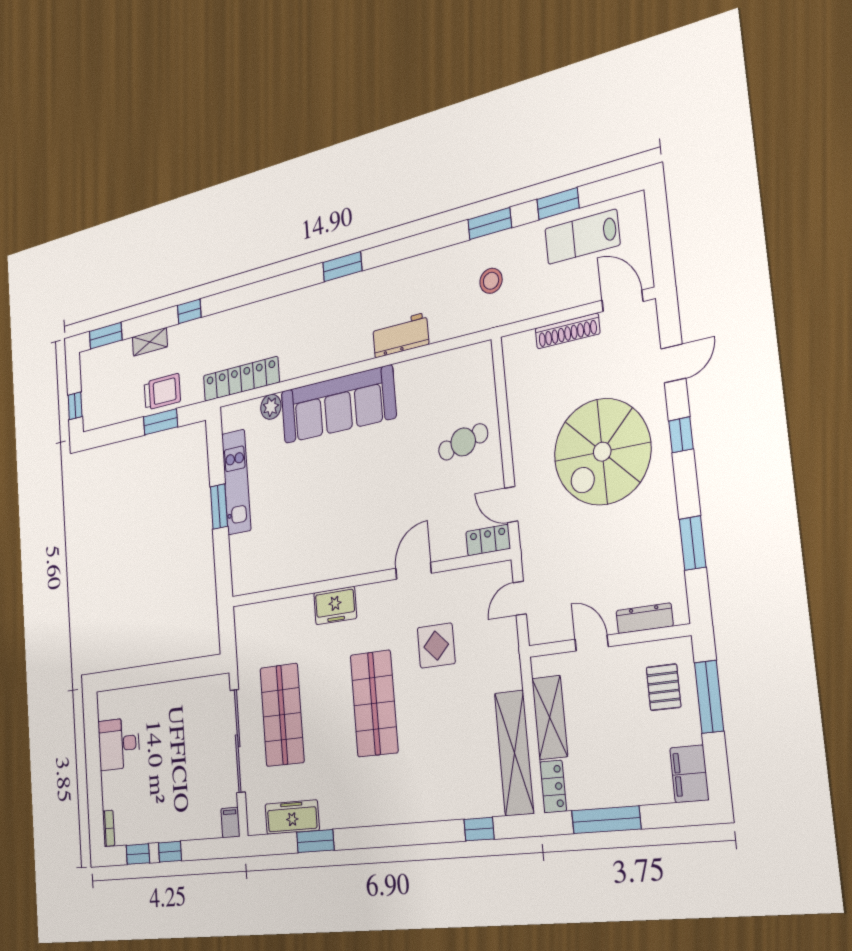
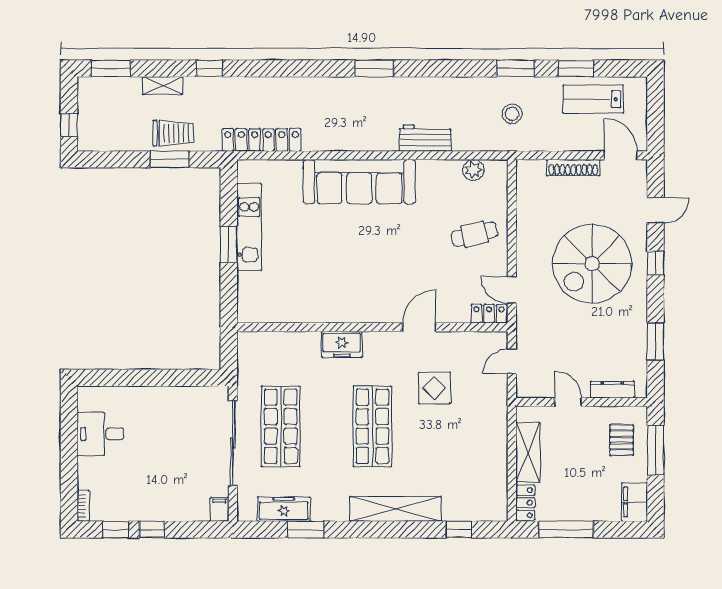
plant: (271, 407) -> (473, 170), moved
shelving: (514, 753) -> (396, 509), moved, turned 90

